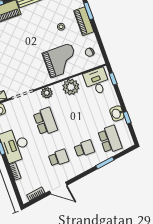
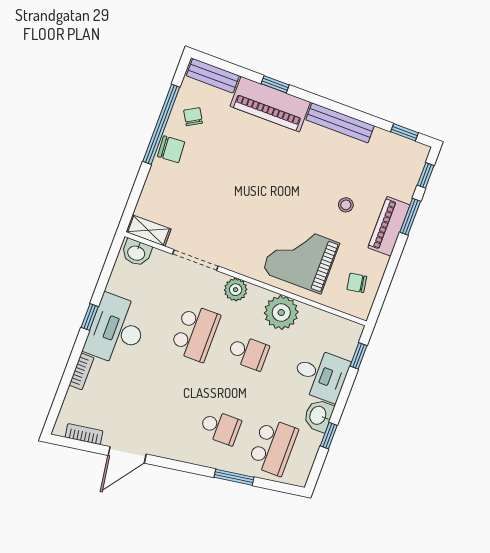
grand piano: (61, 60) -> (301, 258), turned 180
desk: (97, 81) -> (321, 375), moved, turned 90
school desk: (58, 158) -> (248, 353), moved
door: (58, 188) -> (127, 455), hinge flipped

